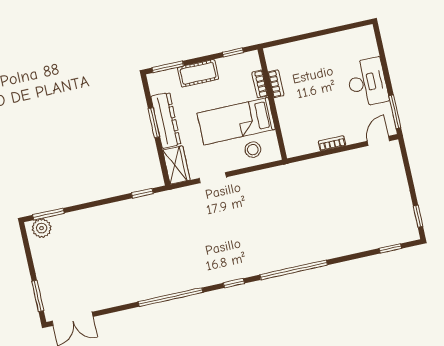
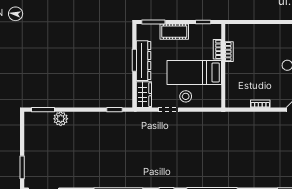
stool: (253, 150) -> (186, 96), moved
plant: (42, 228) -> (61, 119), moved

